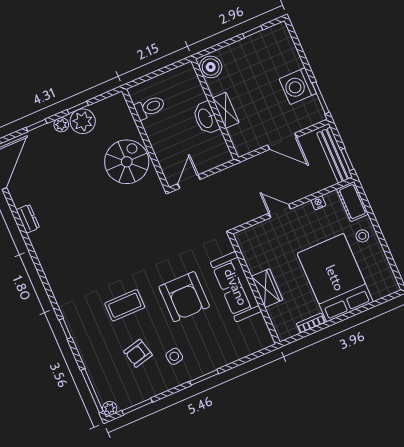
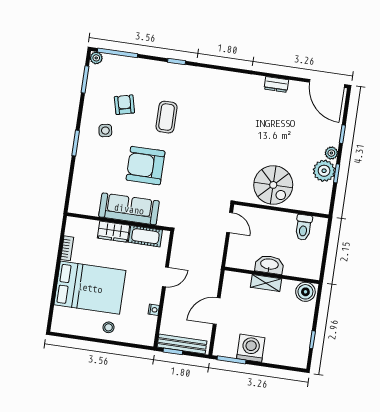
cot: (352, 202) -> (145, 236), moved

